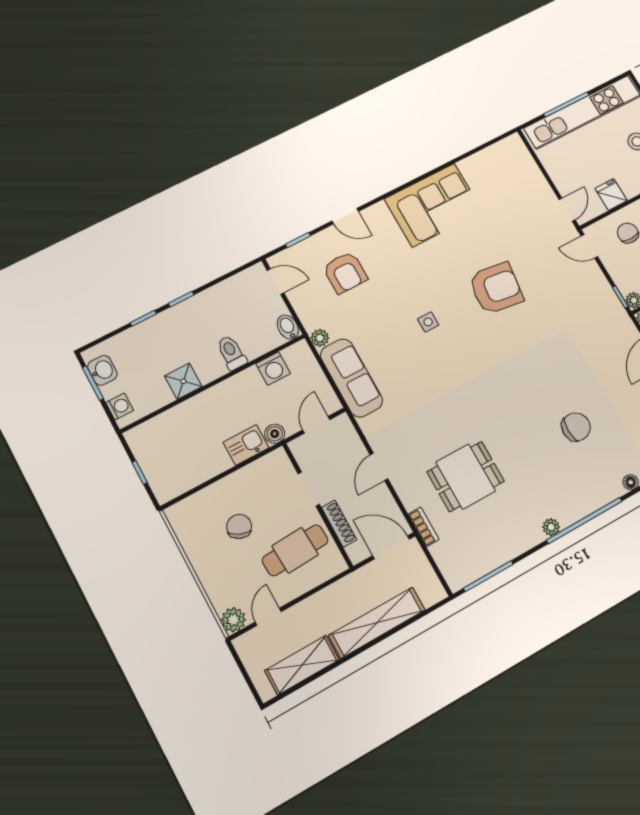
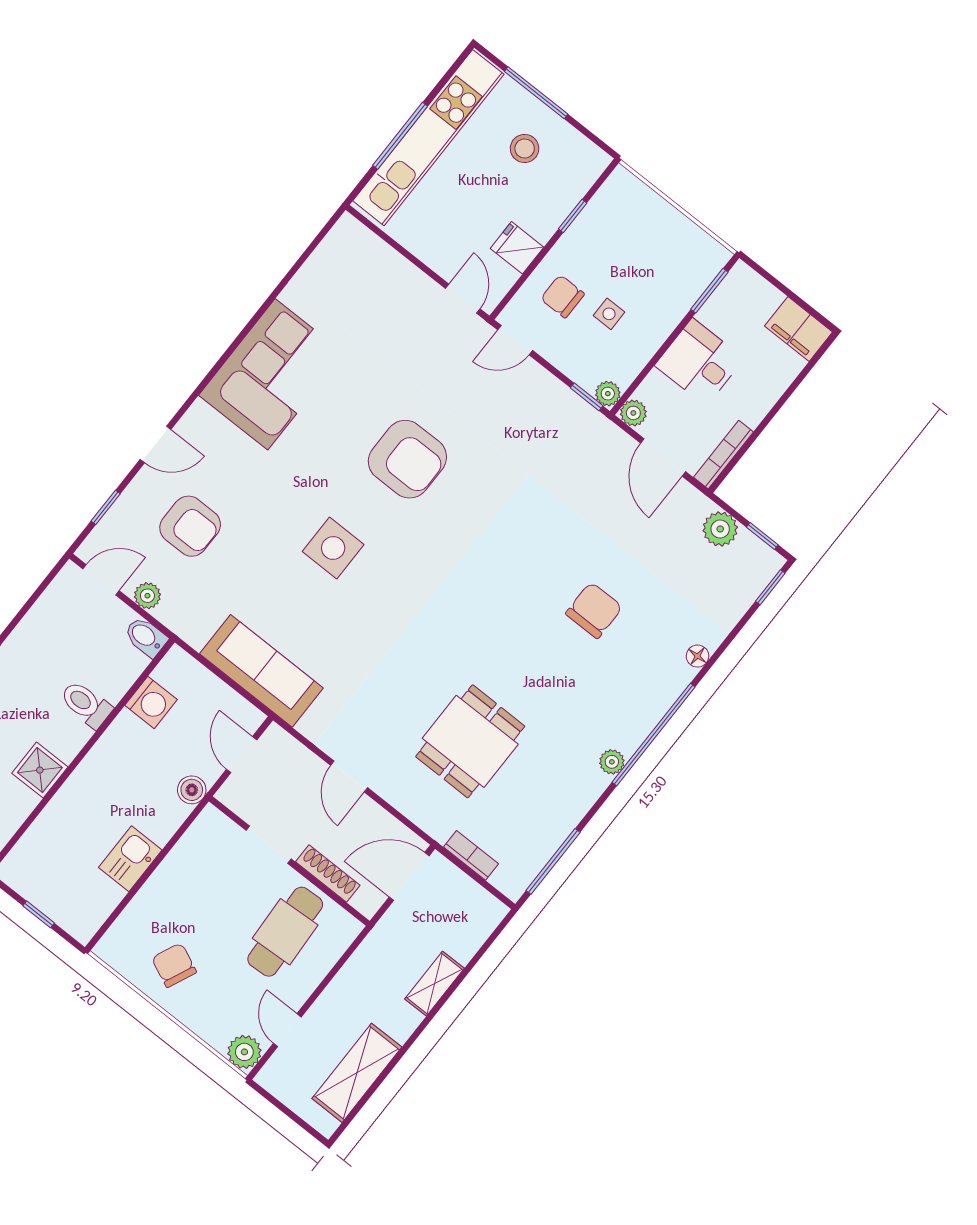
armchair: (496, 288) -> (407, 459), turned 82
side table: (428, 322) -> (333, 548), width x1.87, depth x1.87
plant: (320, 338) -> (147, 596), moved
kitchen sink: (246, 445) -> (130, 859), moved
chair: (239, 526) -> (174, 965), moved
bookcase: (424, 527) -> (471, 855), moved
shelving: (377, 623) -> (435, 984), width x0.45, depth x0.75

